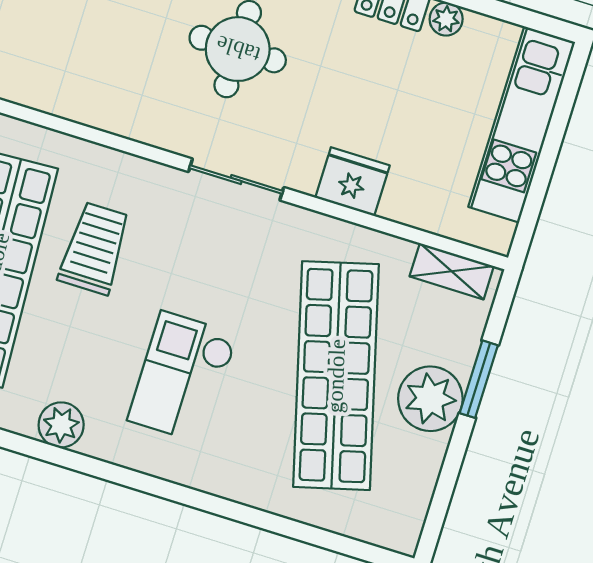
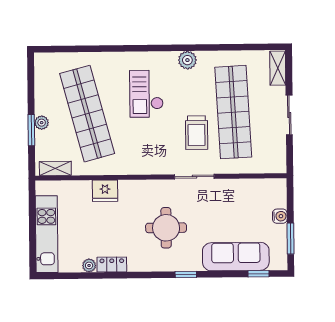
sliding door: (236, 180) -> (194, 177), moved
checkout: (183, 377) -> (146, 94), turned 180
plant: (430, 399) -> (42, 123), width x0.53, depth x0.53

